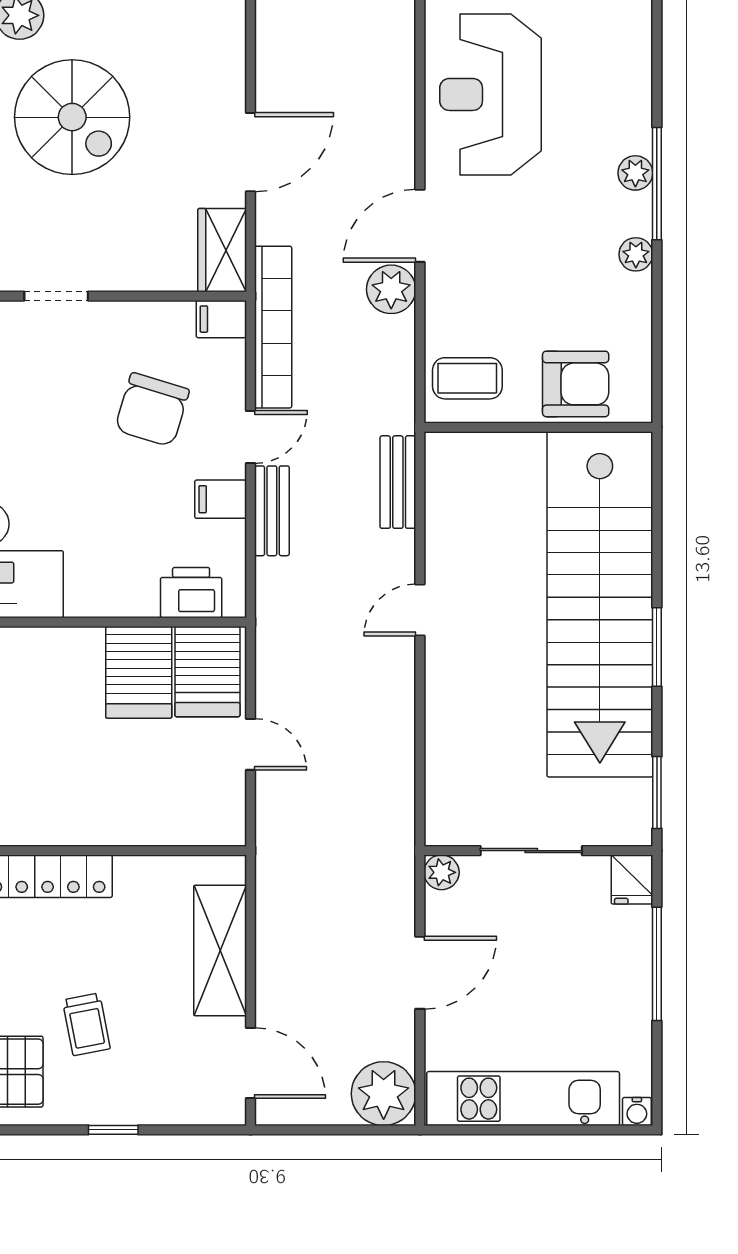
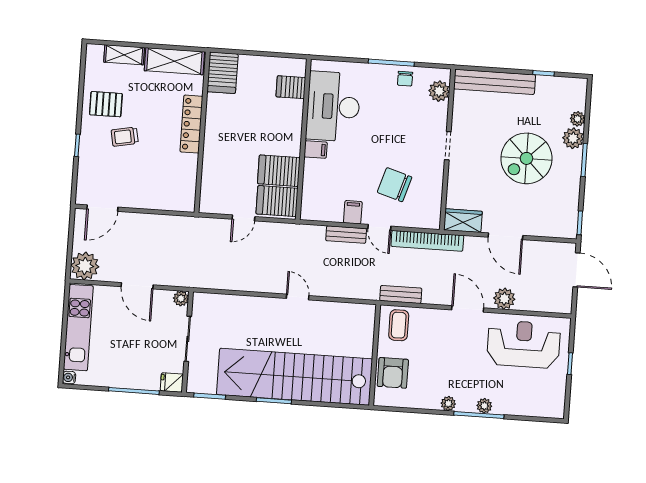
plant: (391, 289) -> (504, 299), moved
filing cabinet: (221, 319) -> (316, 149), moved, turned 90
bench: (398, 482) -> (401, 294), moved
printer: (191, 593) -> (312, 196), removed
shelving: (220, 951) -> (153, 198), removed

